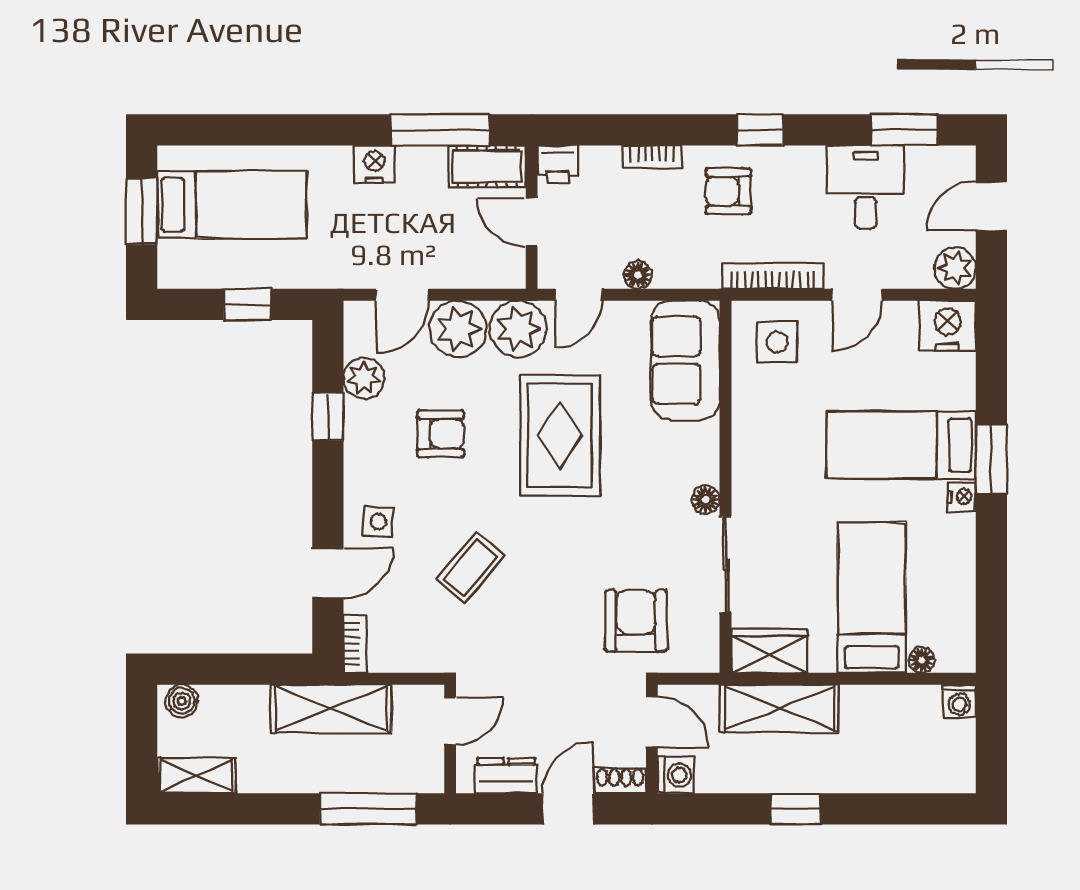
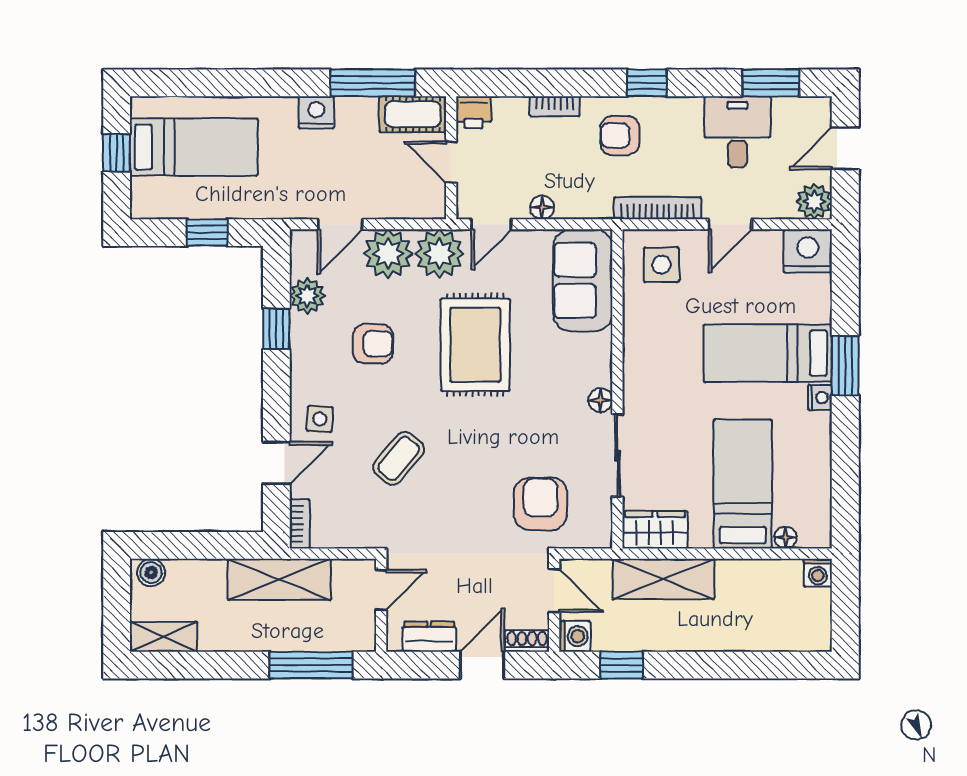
window: (142, 211) -> (117, 153), width x0.67
window: (796, 809) -> (622, 665), moved

